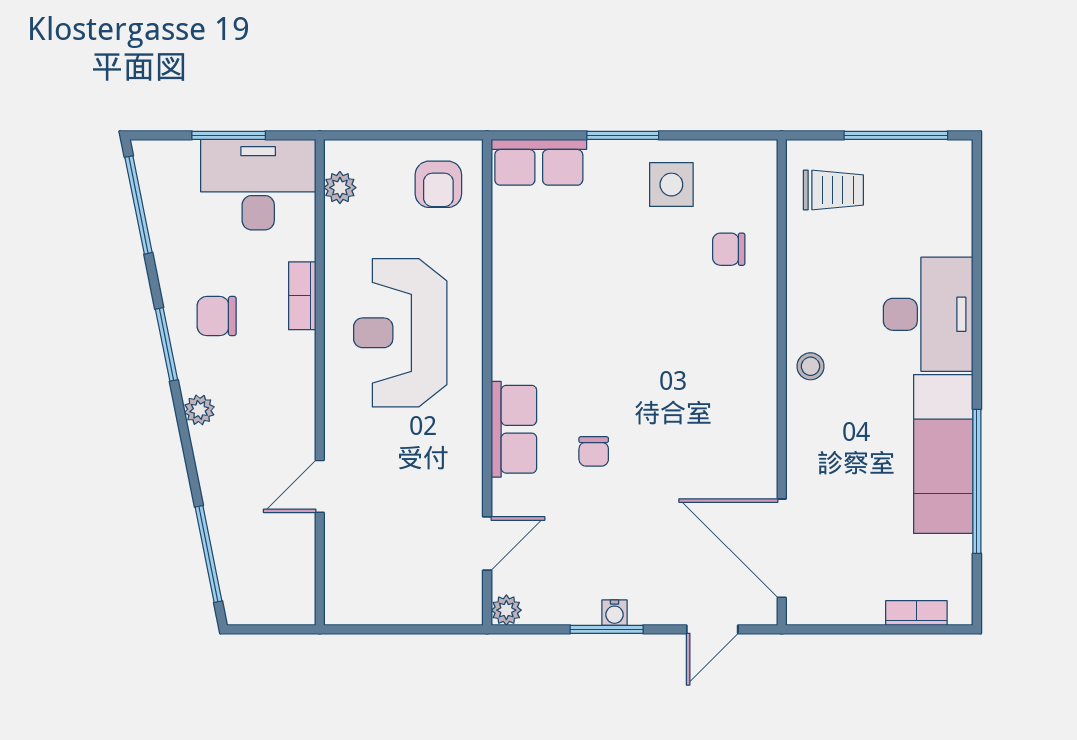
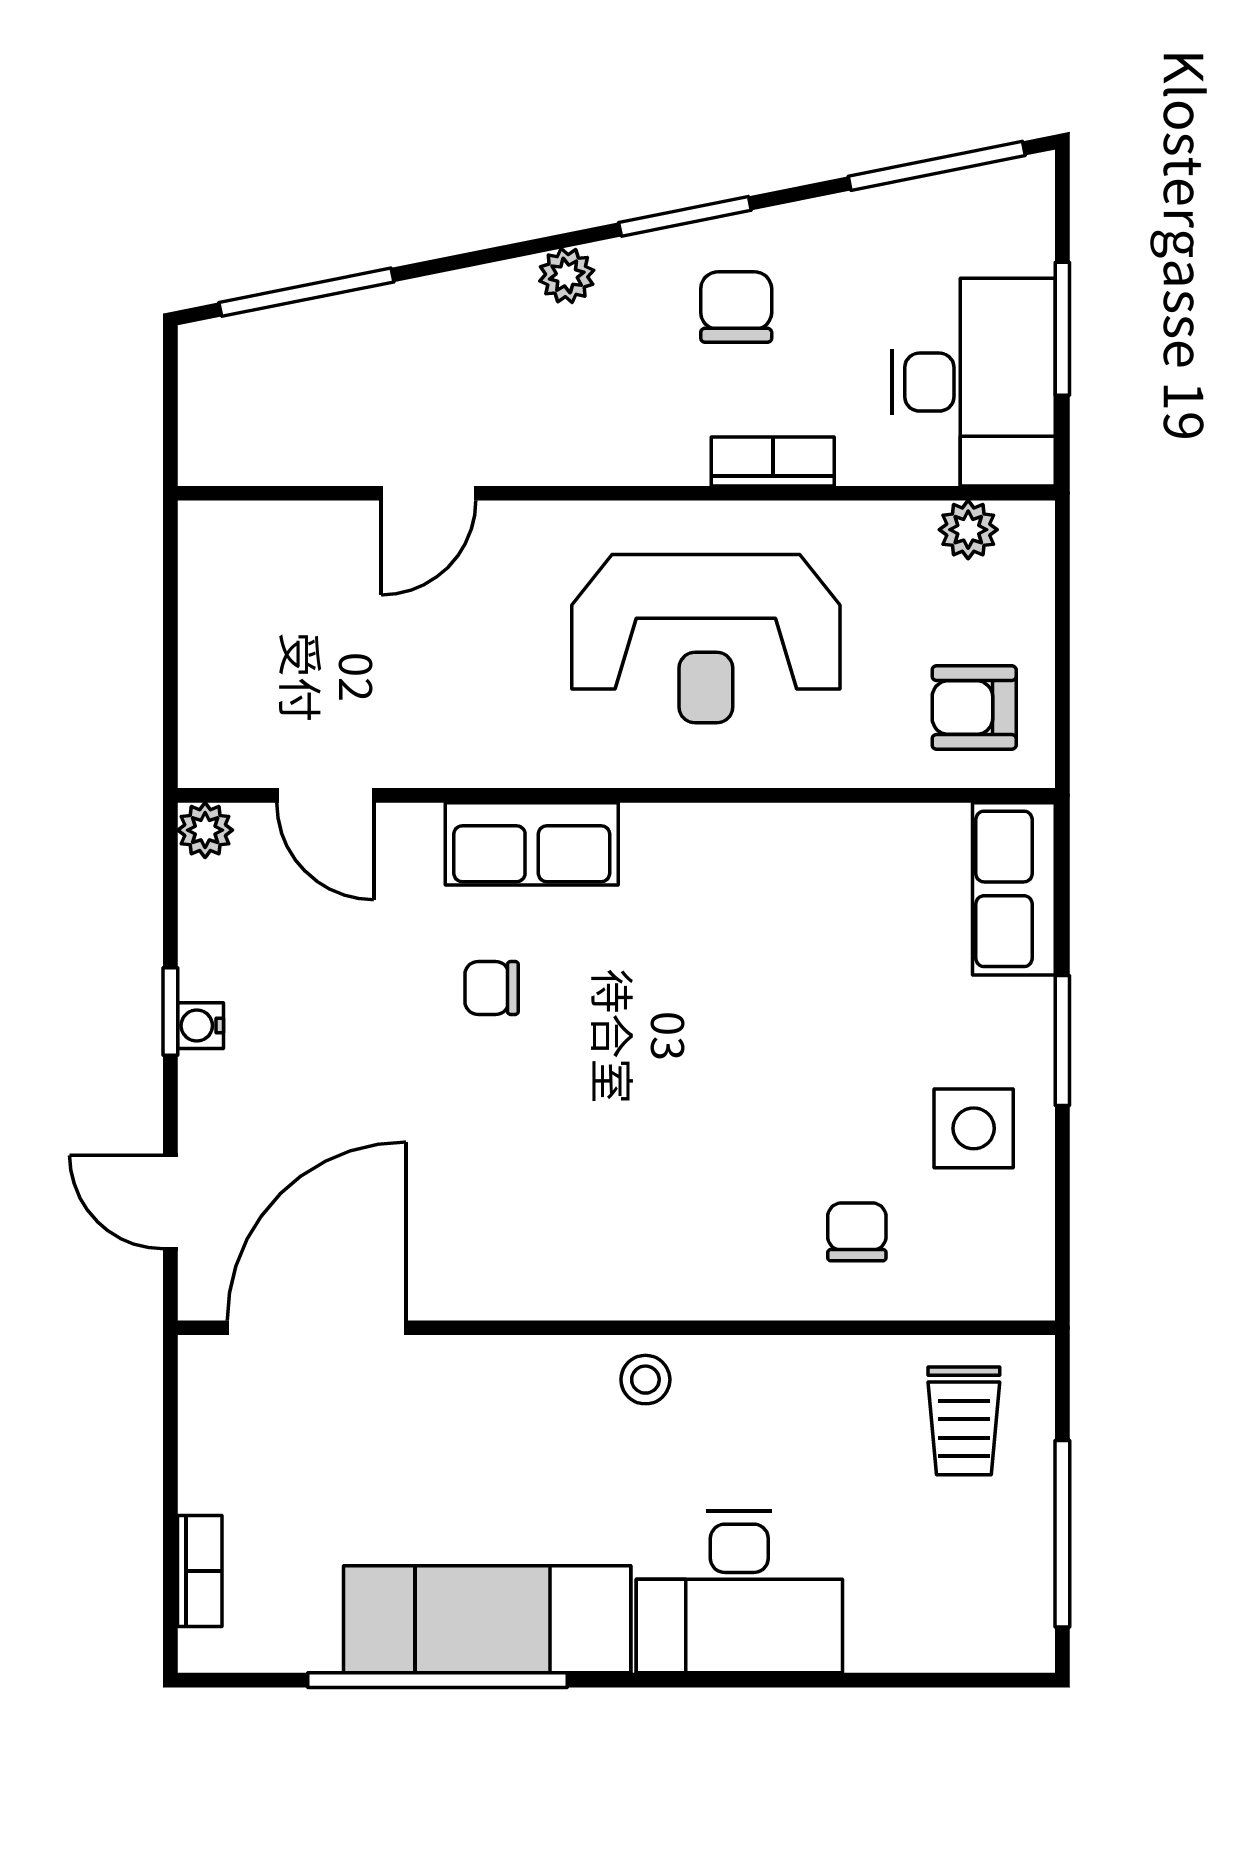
reception desk: (400, 333) -> (706, 639), turned 180
door: (320, 486) -> (428, 493), swing flipped
window: (607, 629) -> (170, 1011), width x0.67

